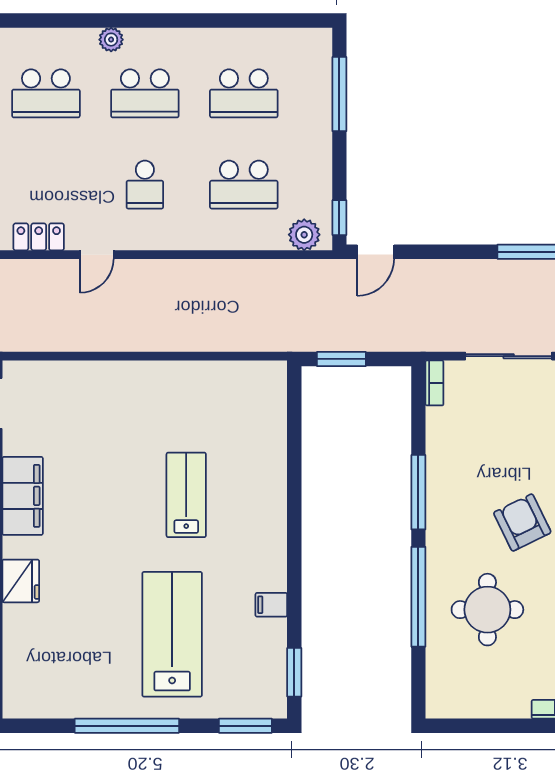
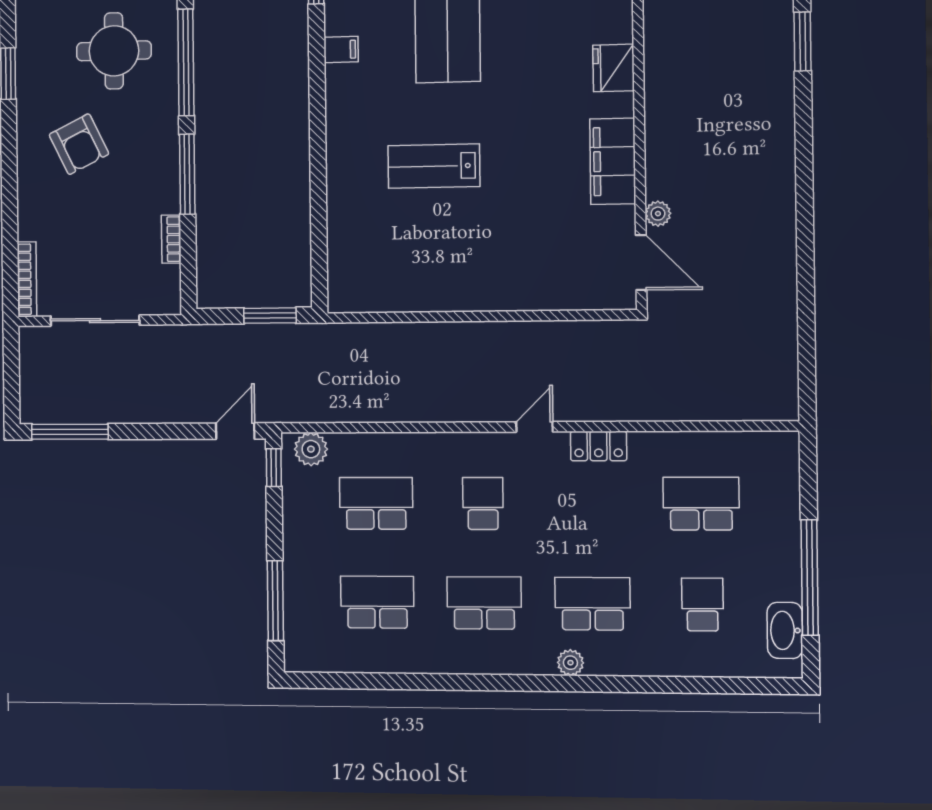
plant: (111, 40) -> (570, 663), moved
bookcase: (434, 383) -> (171, 239), moved
lab bench: (186, 495) -> (434, 166), turned 90

